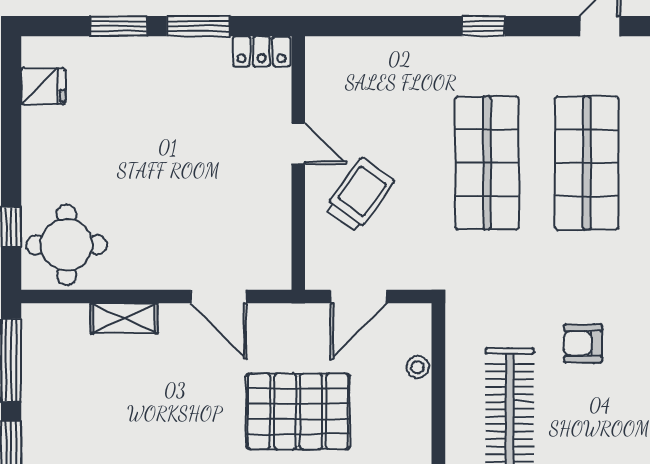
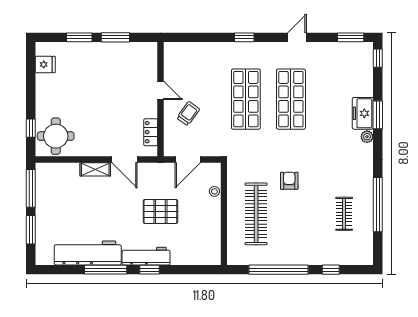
locker: (261, 51) -> (151, 132), moved, turned 90
trolley: (359, 195) -> (188, 114), width x0.73, depth x0.72
shelving: (124, 318) -> (95, 169), moved
armchair: (583, 343) -> (289, 181), turned 90
pallet: (298, 411) -> (160, 211), width x0.73, depth x0.71

